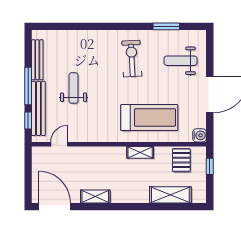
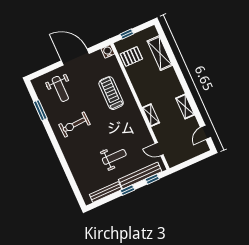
window: (28, 86) -> (127, 190), width x0.46
weight bench: (74, 88) -> (114, 157), turned 180
treadmill: (149, 117) -> (111, 93), width x0.73, depth x0.73
shelving: (140, 152) -> (151, 115), moved
door: (55, 207) -> (205, 132), width x0.53

